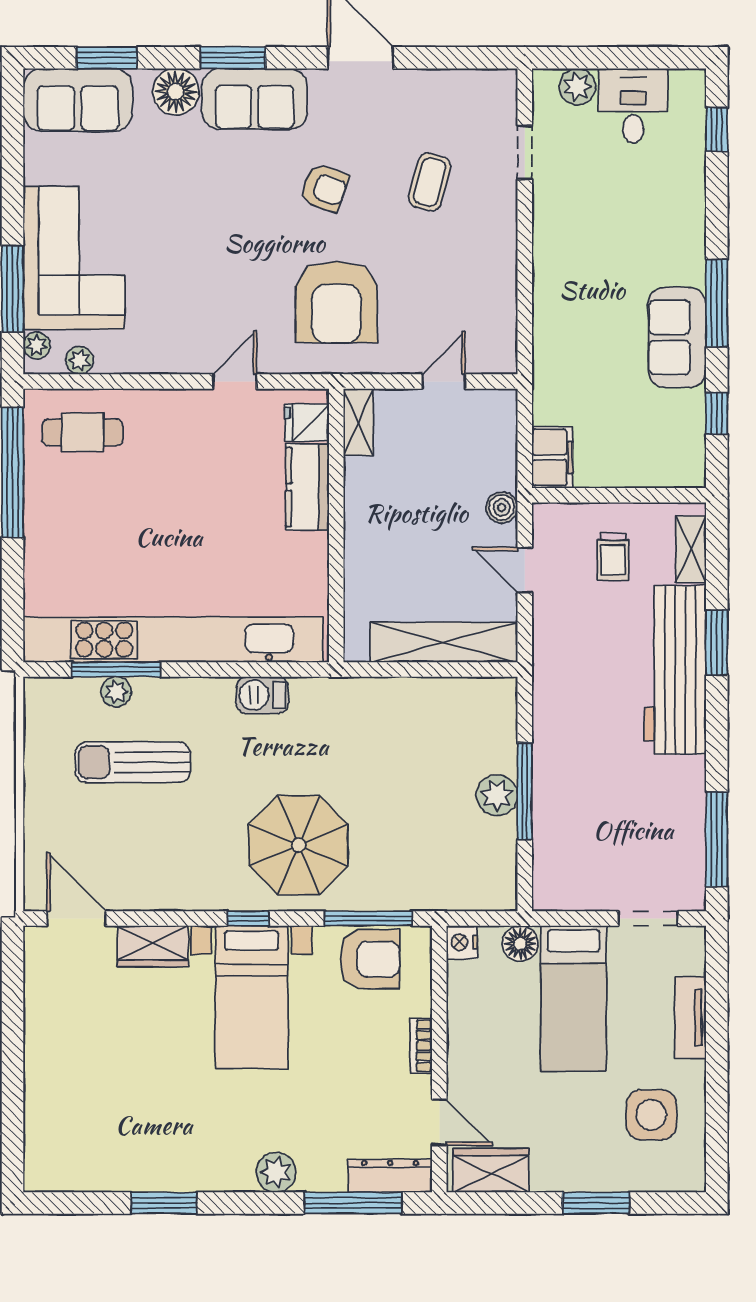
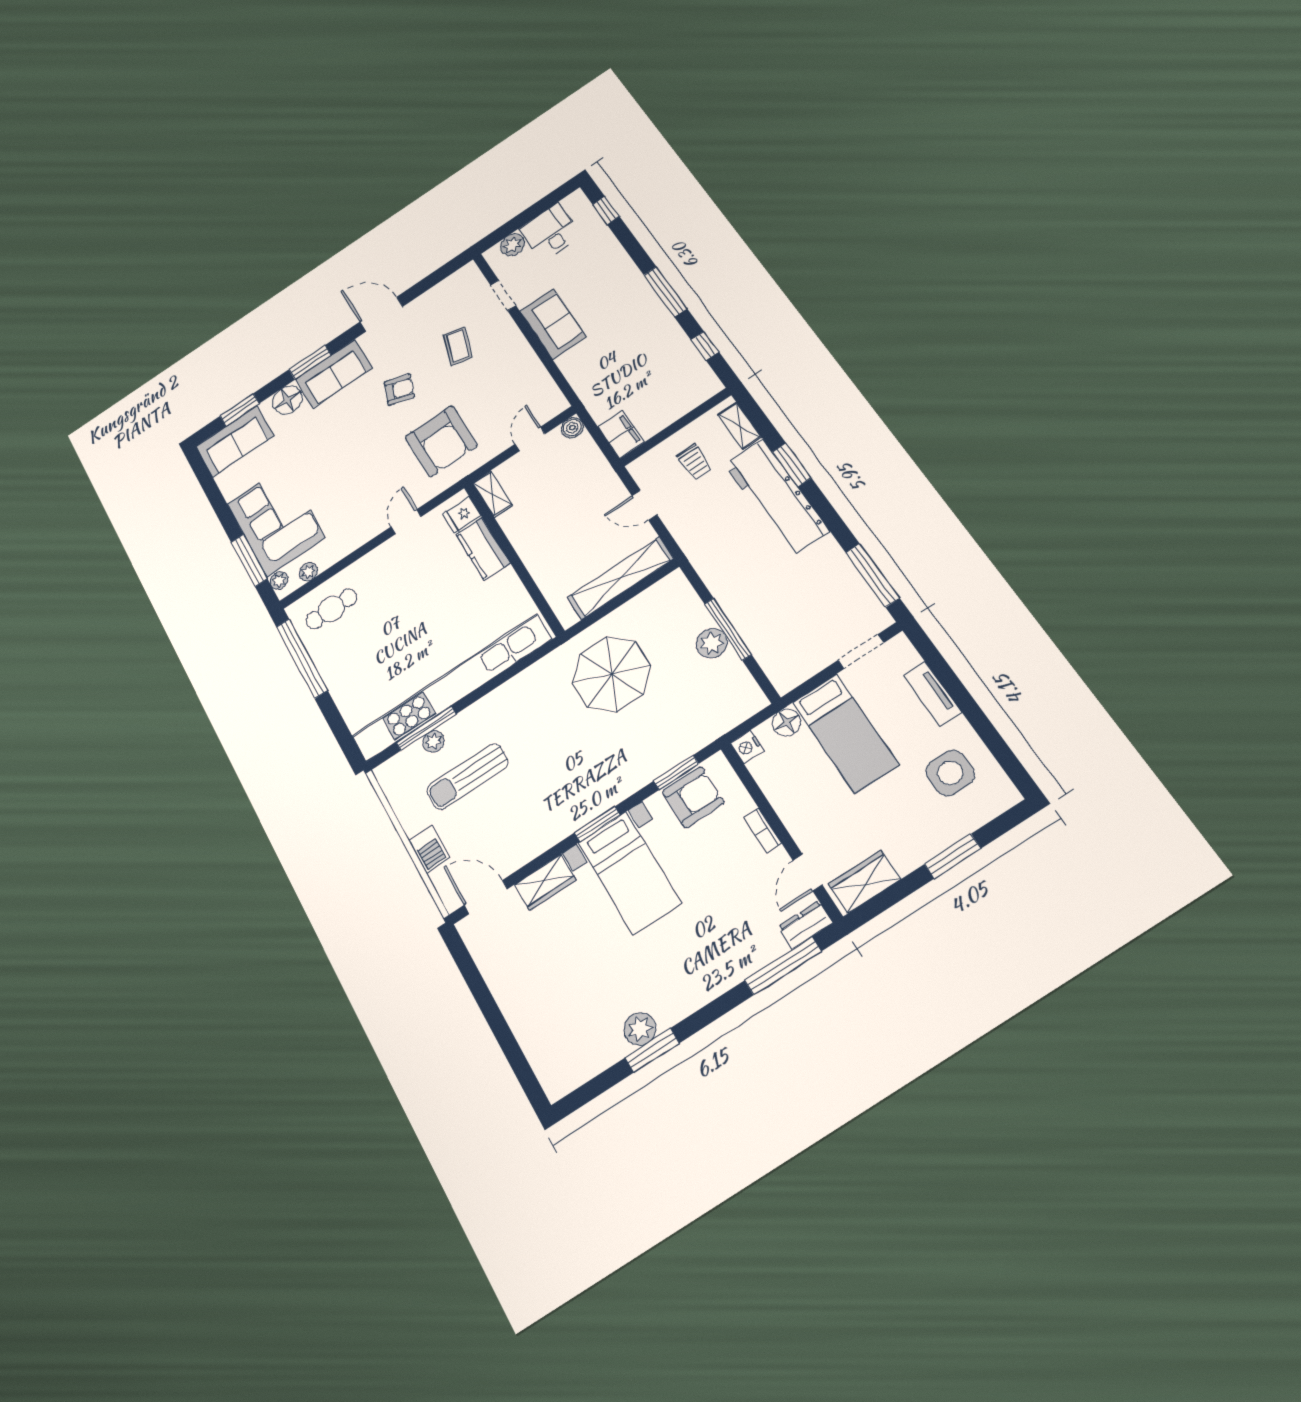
sofa: (677, 337) -> (553, 324), moved, turned 180
boiler: (502, 508) -> (572, 428), moved
barbecue: (262, 695) -> (429, 849), moved, turned -90
parasol: (299, 845) -> (611, 674), moved
window: (248, 918) -> (597, 824), width x1.50
window: (368, 918) -> (676, 772), width x0.69
door: (439, 1122) -> (808, 873), swing flipped
plant: (276, 1172) -> (640, 1029), moved
dresser: (390, 1176) -> (806, 925), width x0.70

